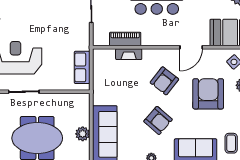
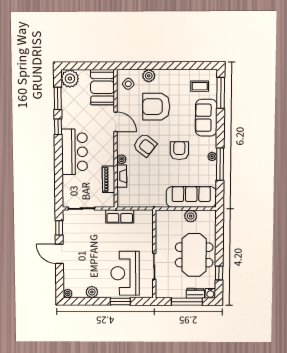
plant: (148, 54) -> (122, 159), added
row of seats: (82, 67) -> (120, 216), moved
armchair: (158, 120) -> (179, 151), turned -41

